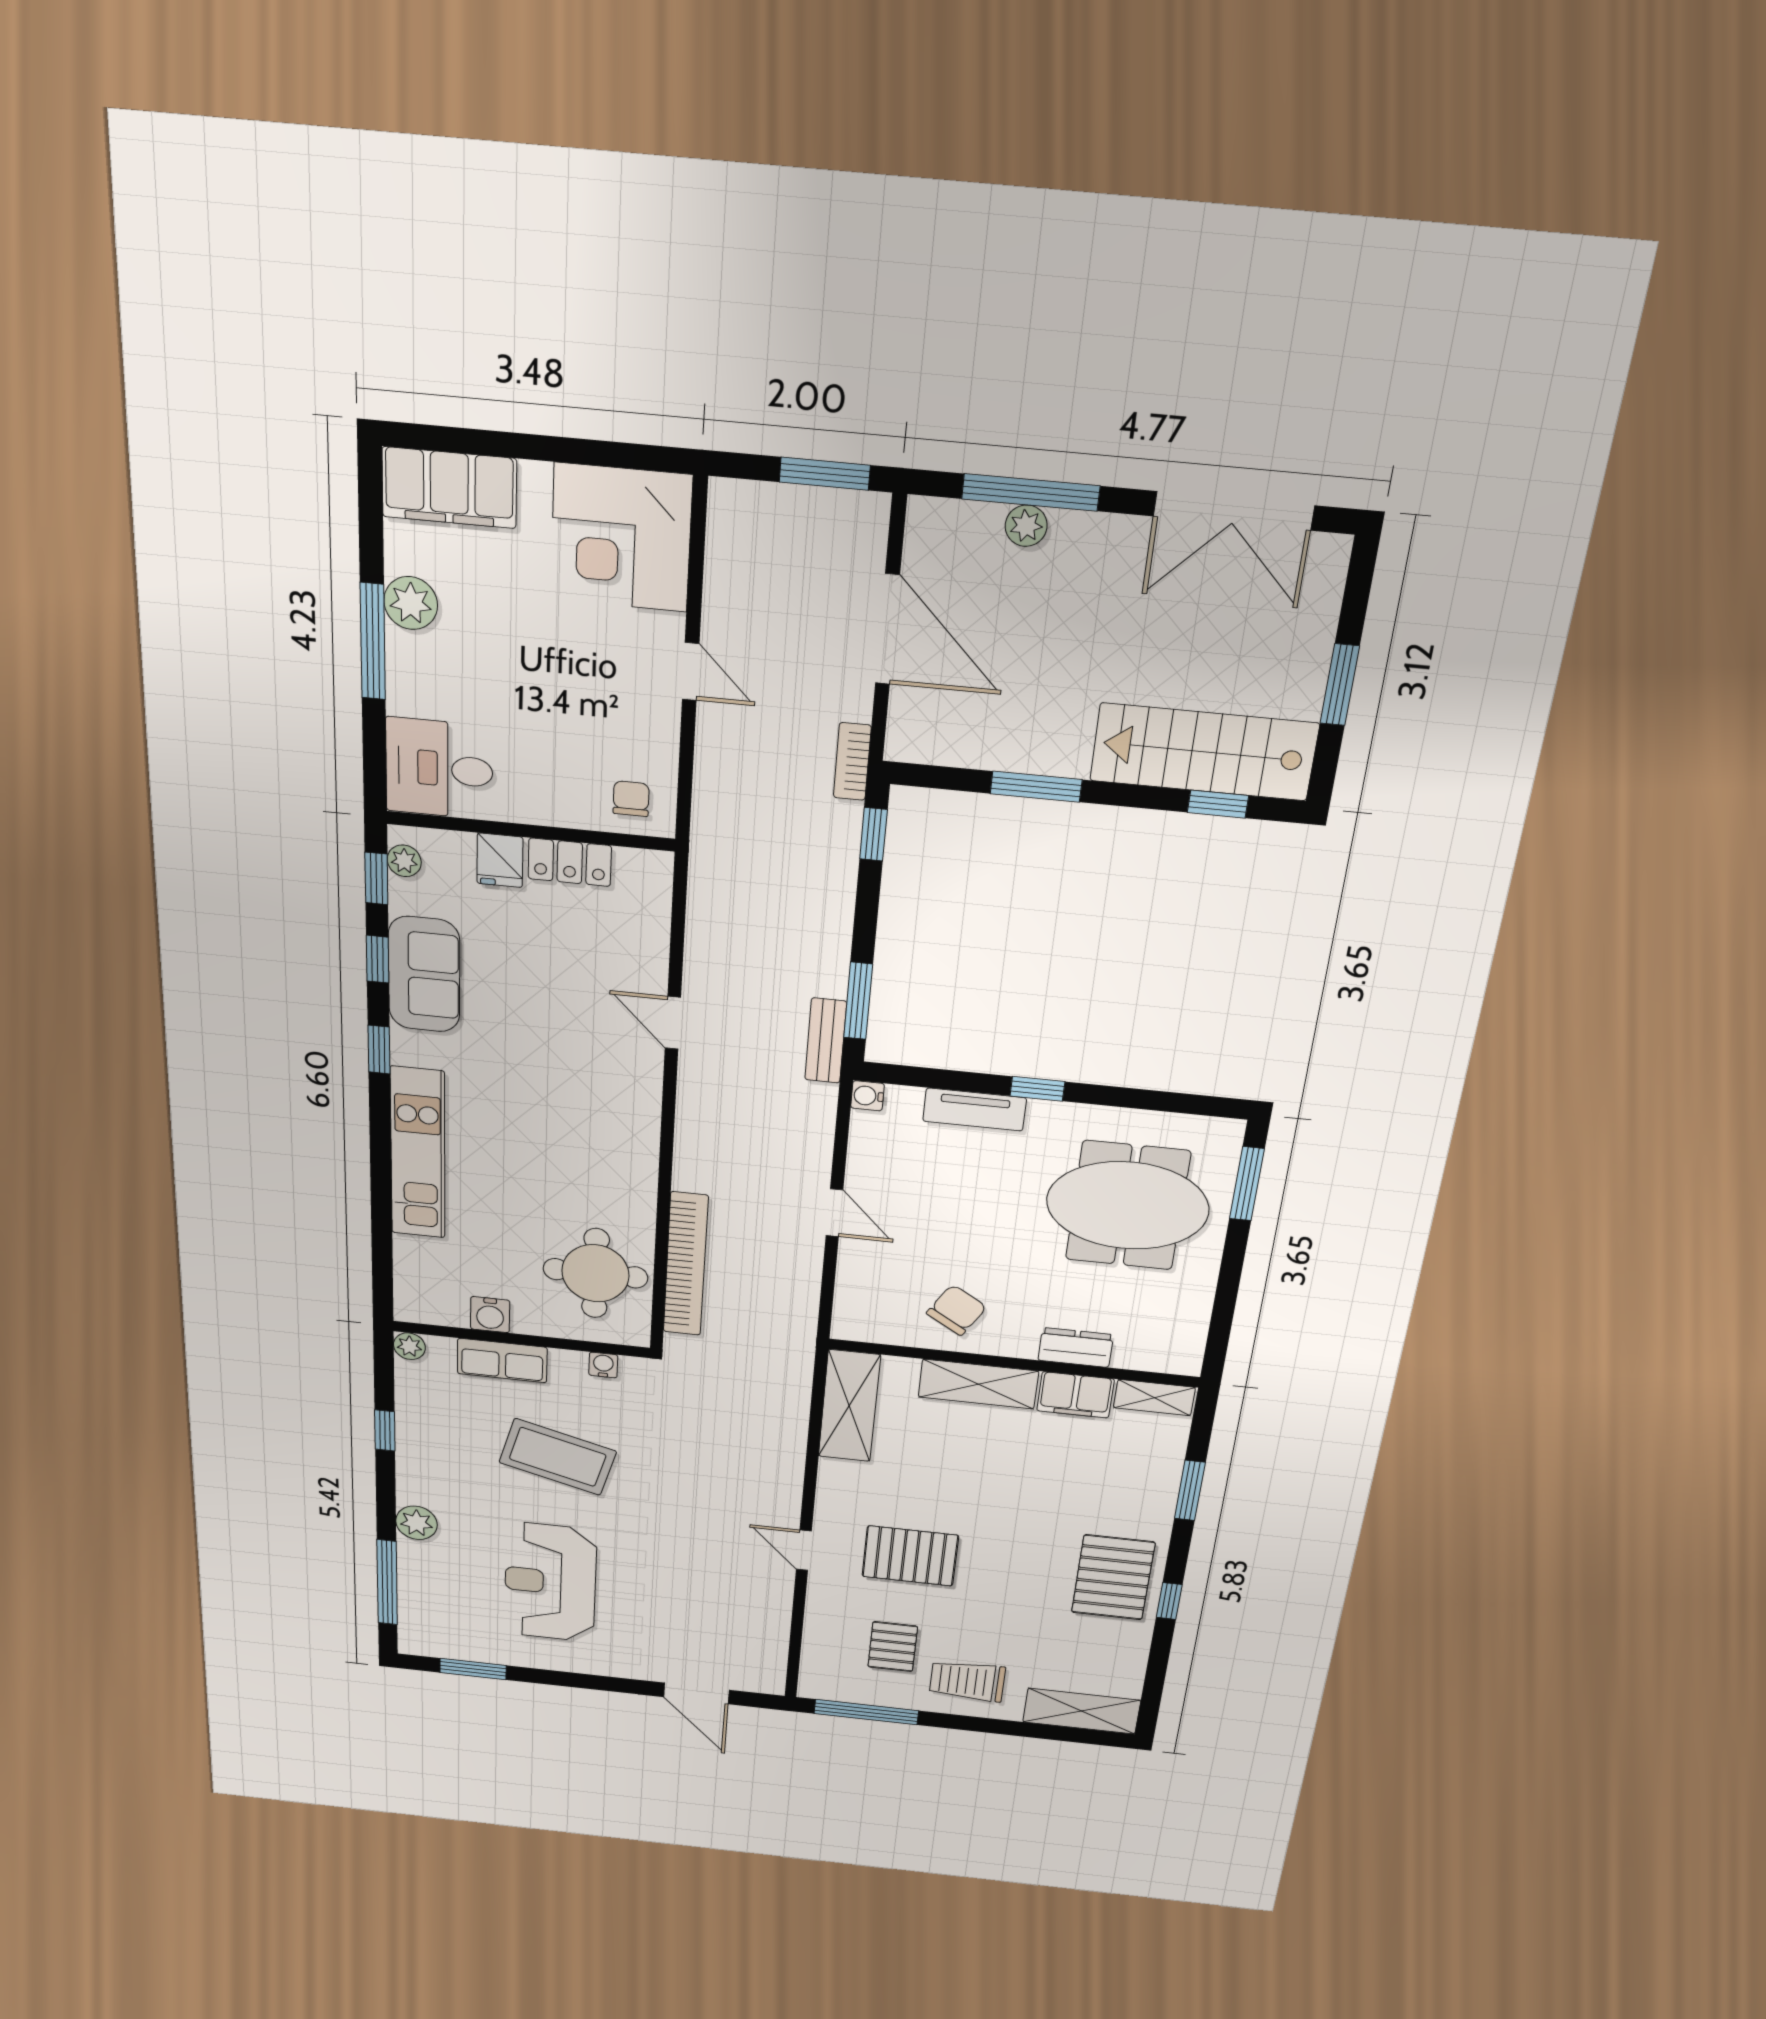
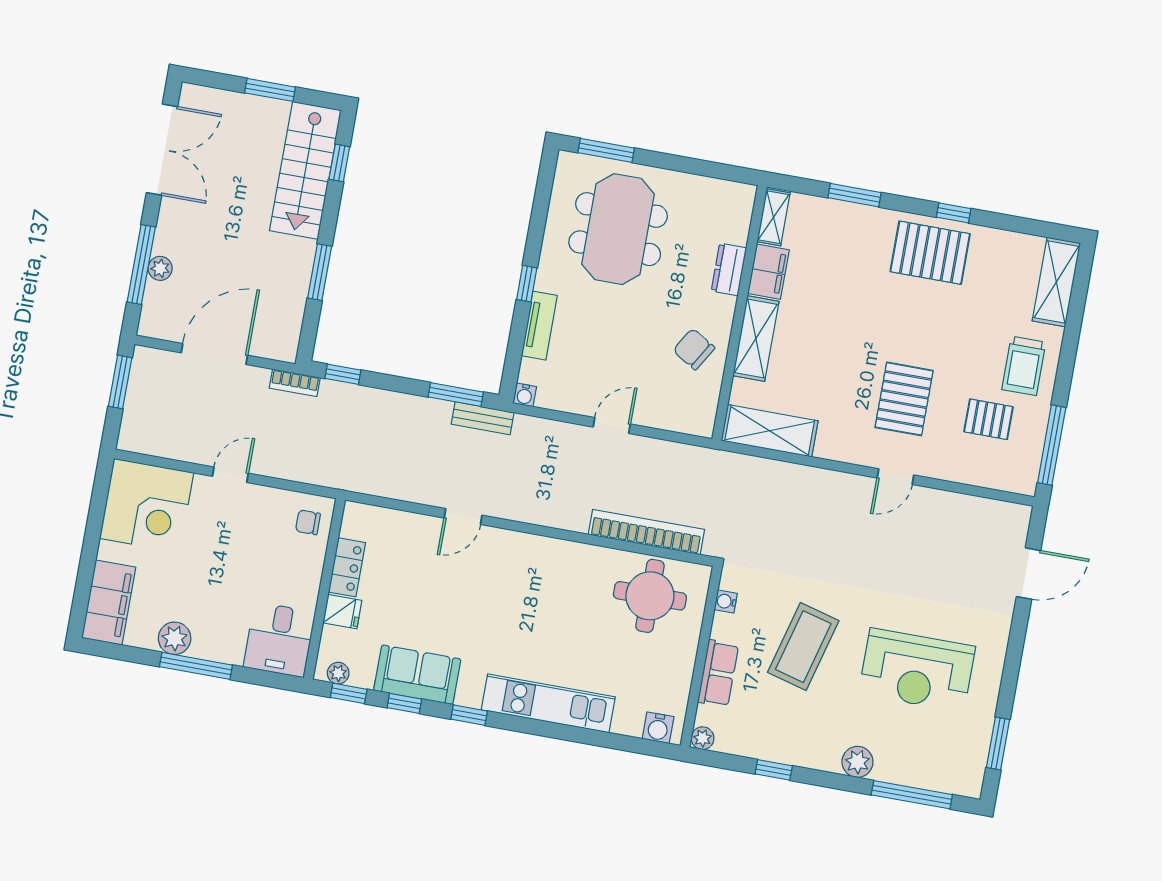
water cooler: (490, 1315) -> (658, 728), moved, turned 90

